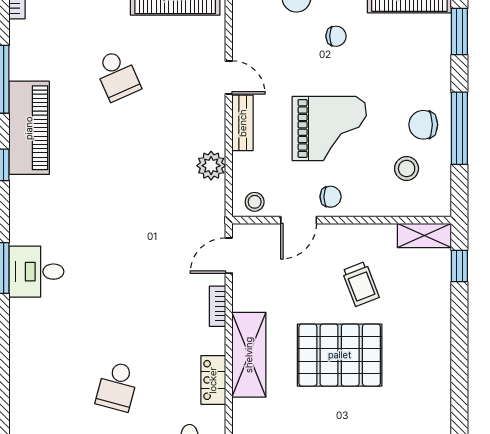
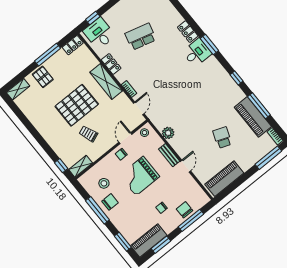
school desk: (117, 75) -> (222, 138), turned 45
door: (229, 77) -> (186, 166), swing flipped
piano: (29, 128) -> (253, 117), moved
locker: (22, 325) -> (188, 32), added
school desk: (117, 386) -> (141, 37), width x1.85

